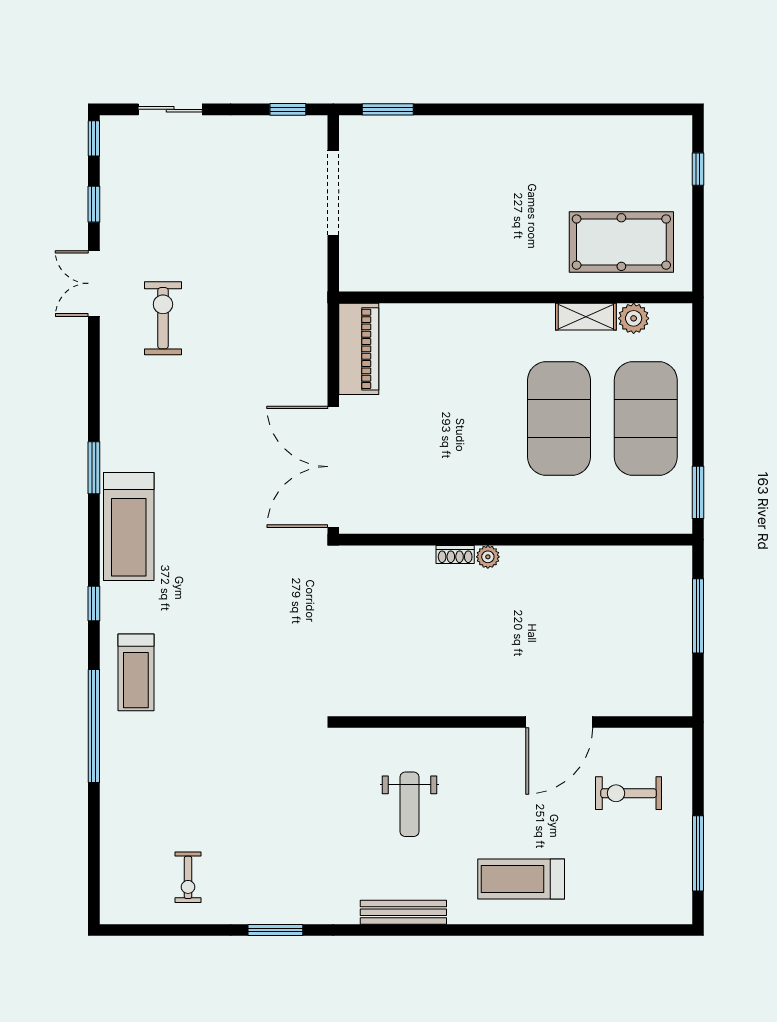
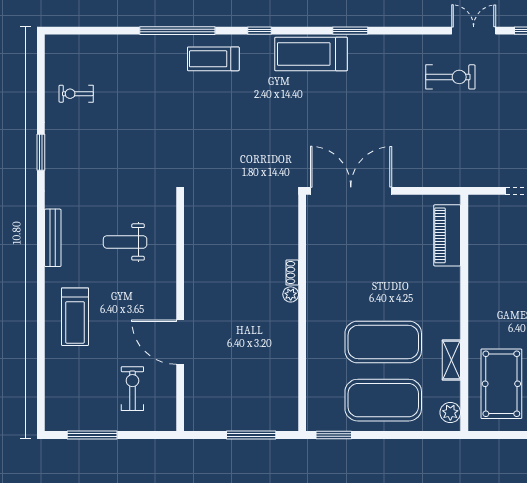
plant: (634, 318) -> (450, 412), moved
piano: (359, 349) -> (447, 235), moved, turned 90
treadmill: (521, 879) -> (75, 317), turned 180

